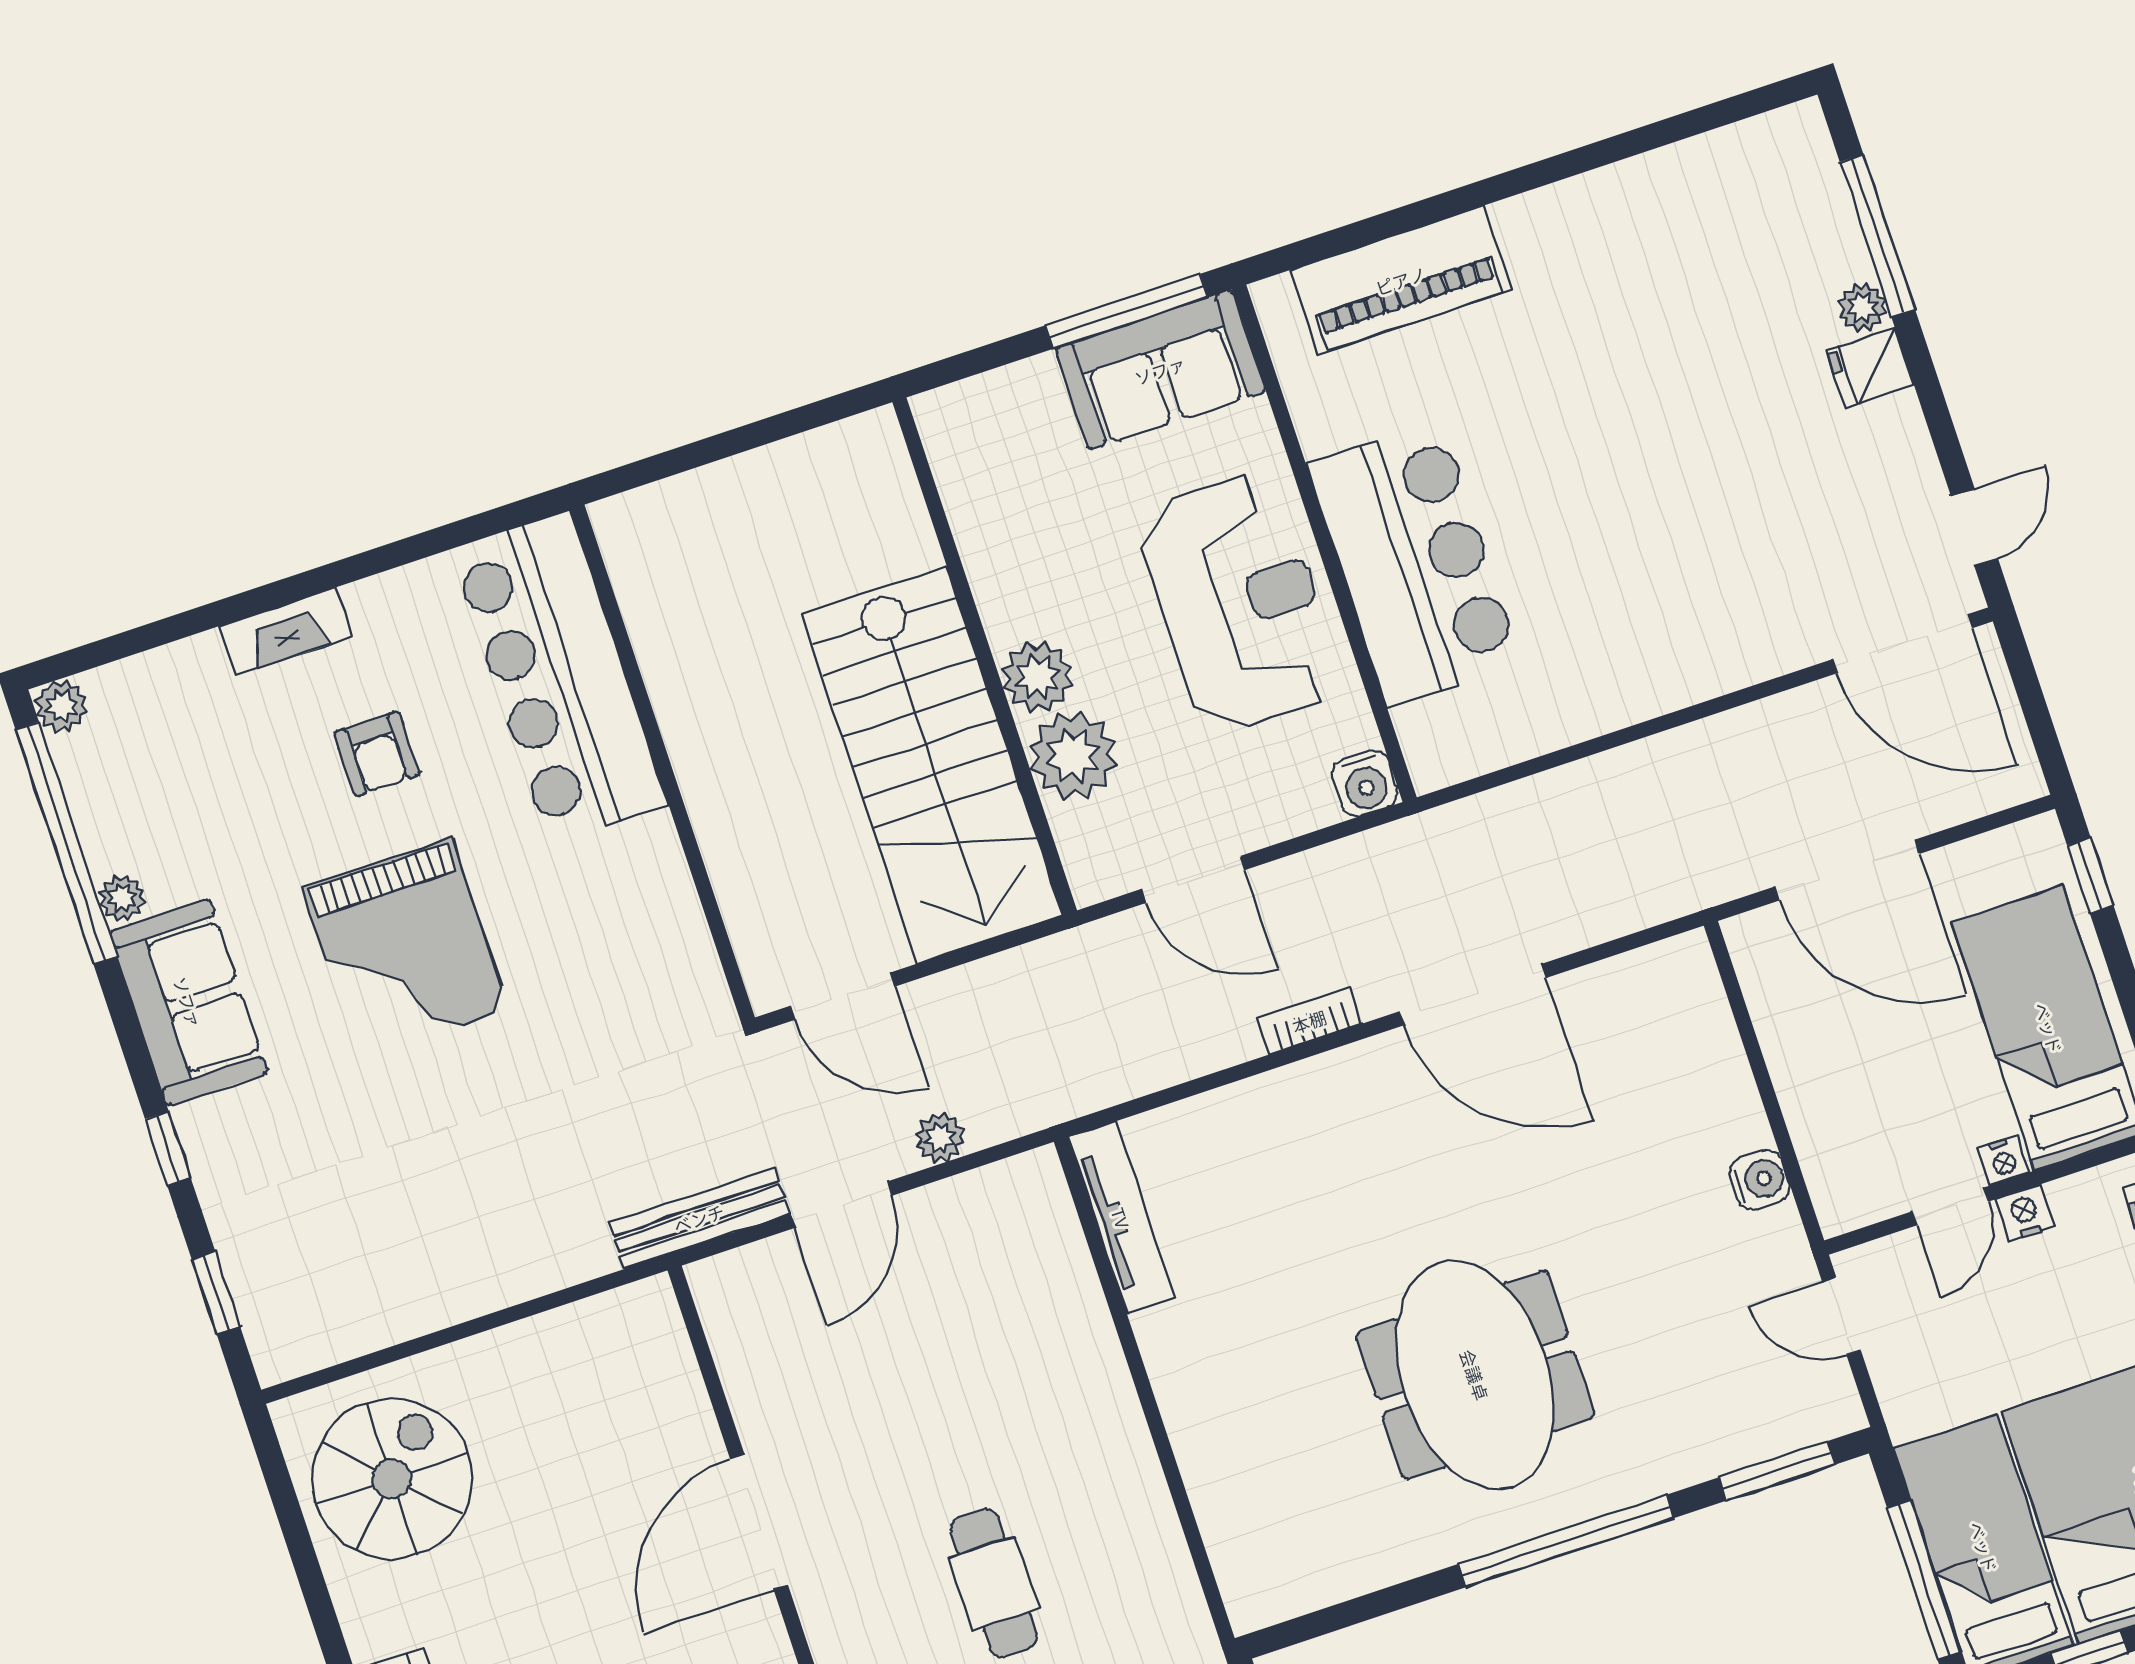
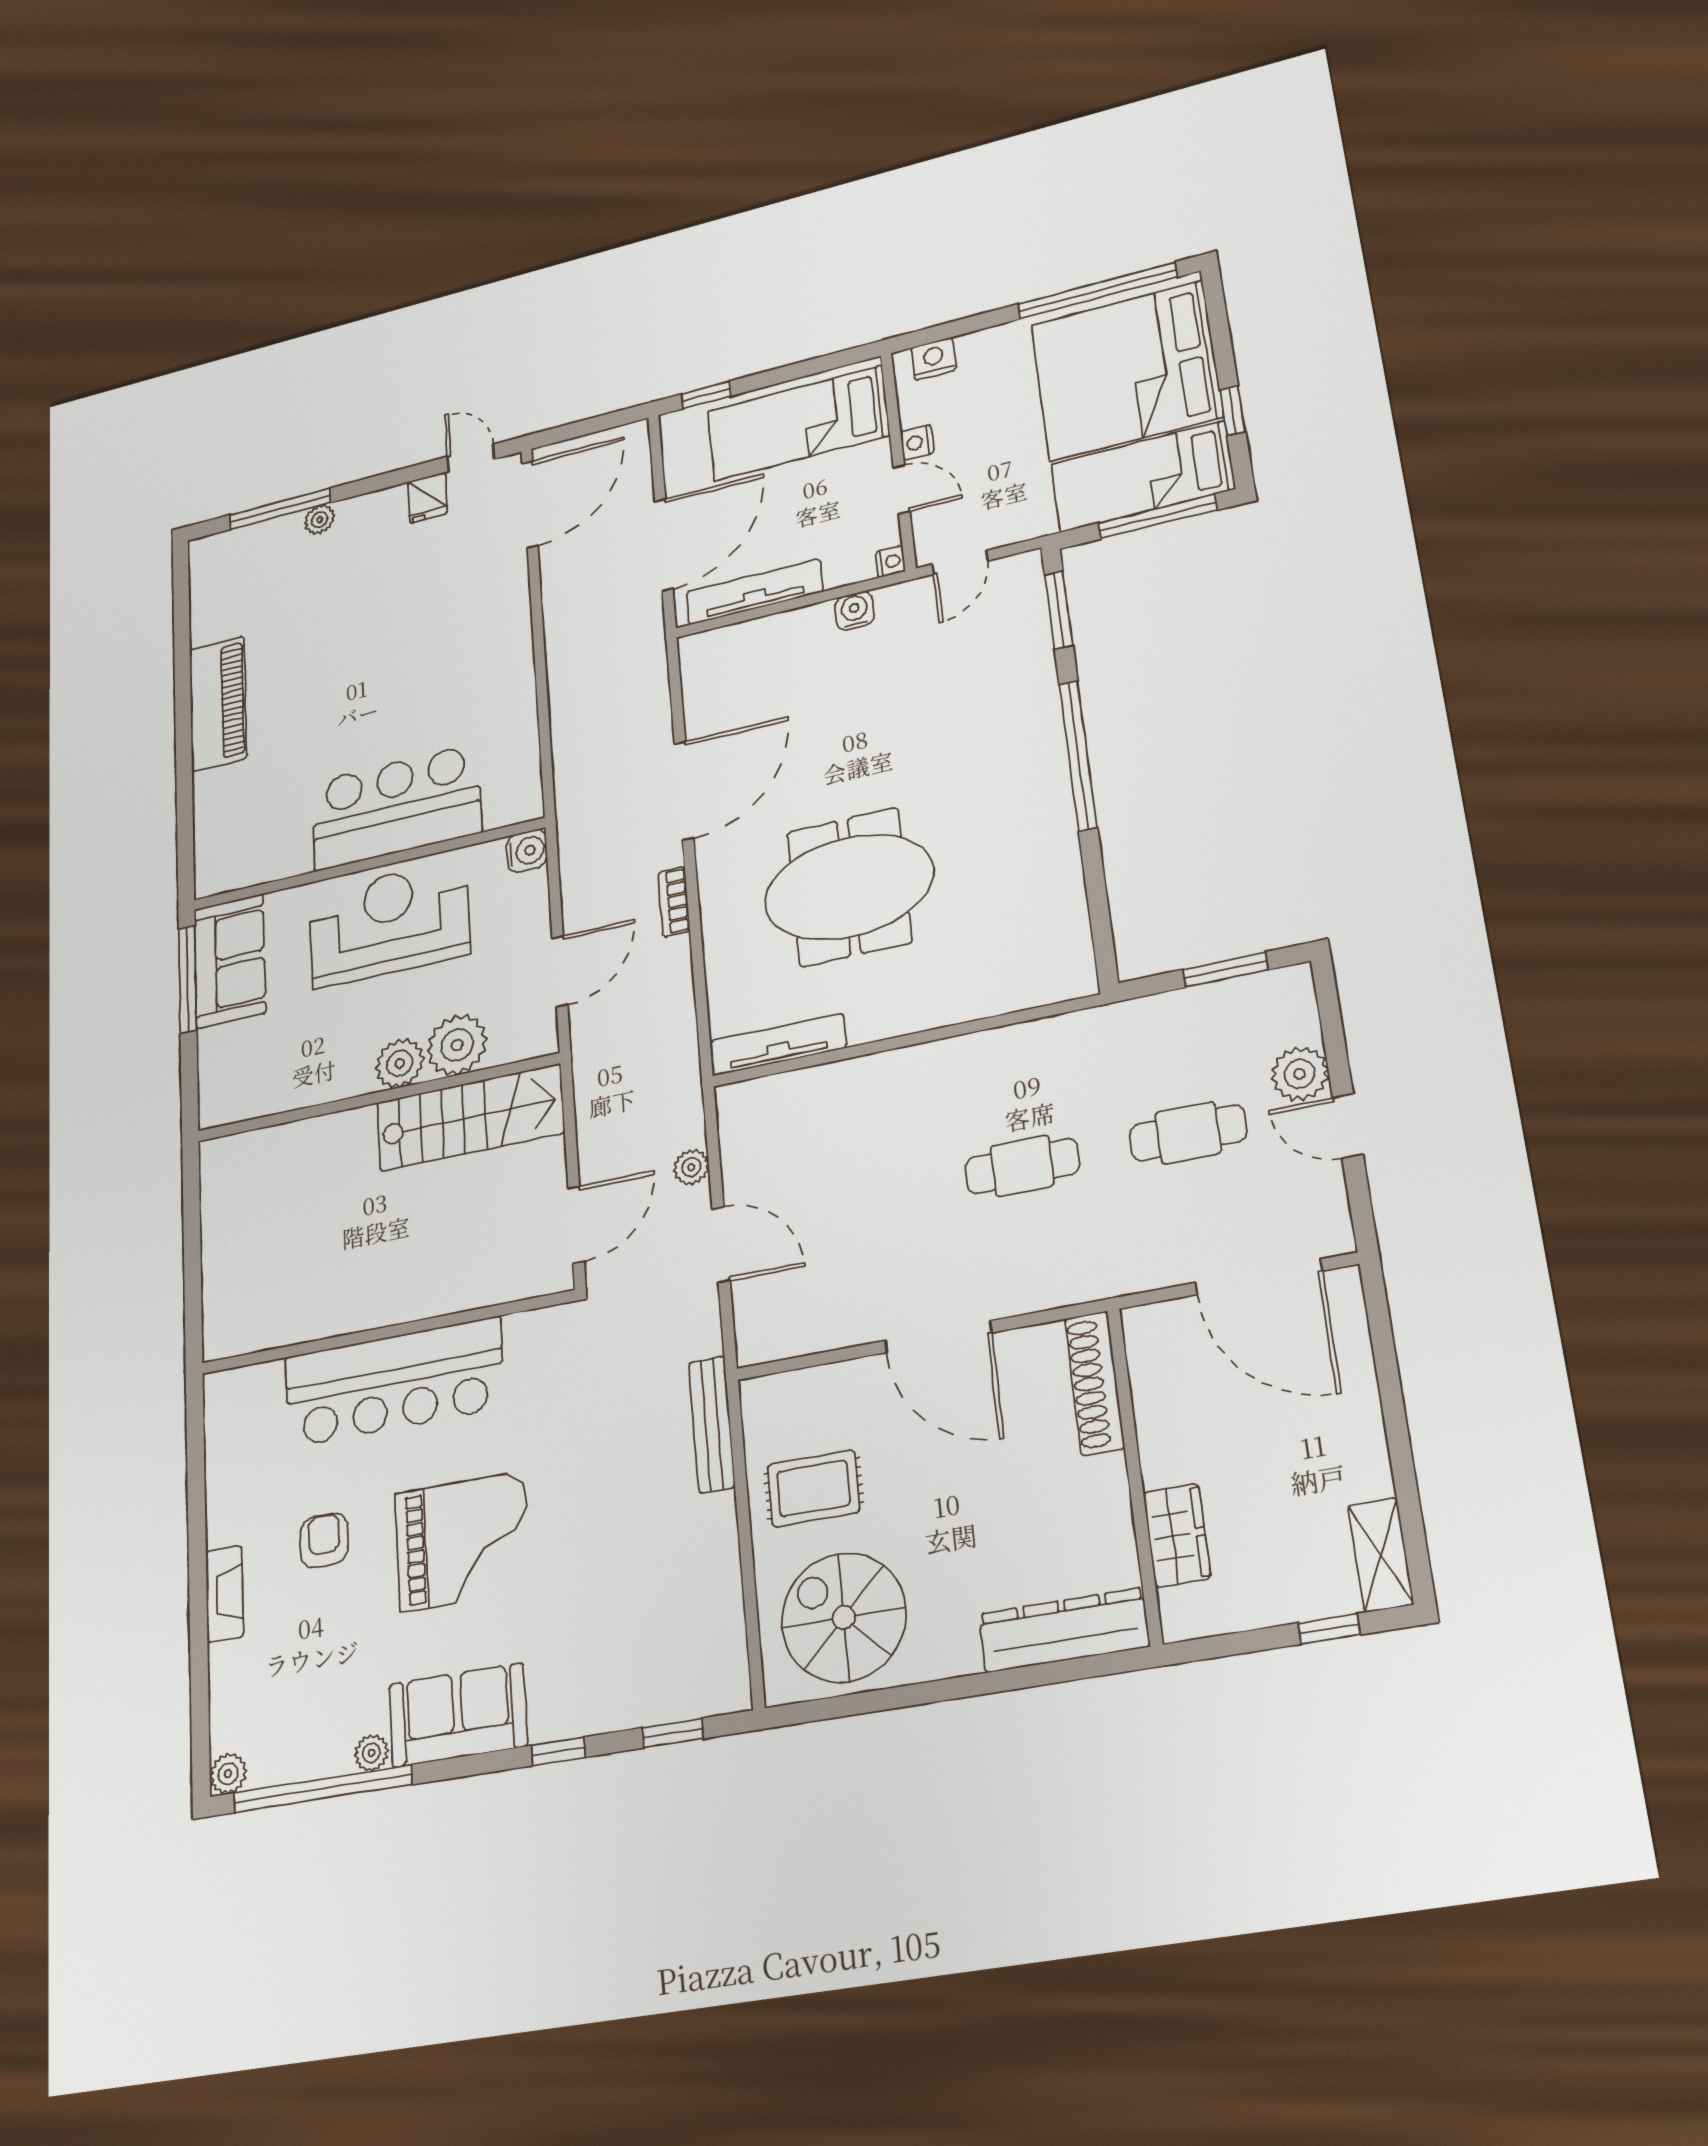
piano: (1401, 280) -> (218, 704), moved
fridge: (1870, 368) -> (428, 498), moved
bar counter: (559, 677) -> (394, 1382), moved
armchair: (377, 754) -> (324, 1540), turned -90
stairs: (932, 765) -> (470, 1118), width x0.73, depth x0.66
tv unit: (1781, 1025) -> (754, 592), added
nightstand: (2004, 1160) -> (890, 562), moved
bench: (699, 1218) -> (712, 1425), moved
meeting table: (1475, 1375) -> (849, 887), moved
rug: (544, 1403) -> (814, 1488), added

